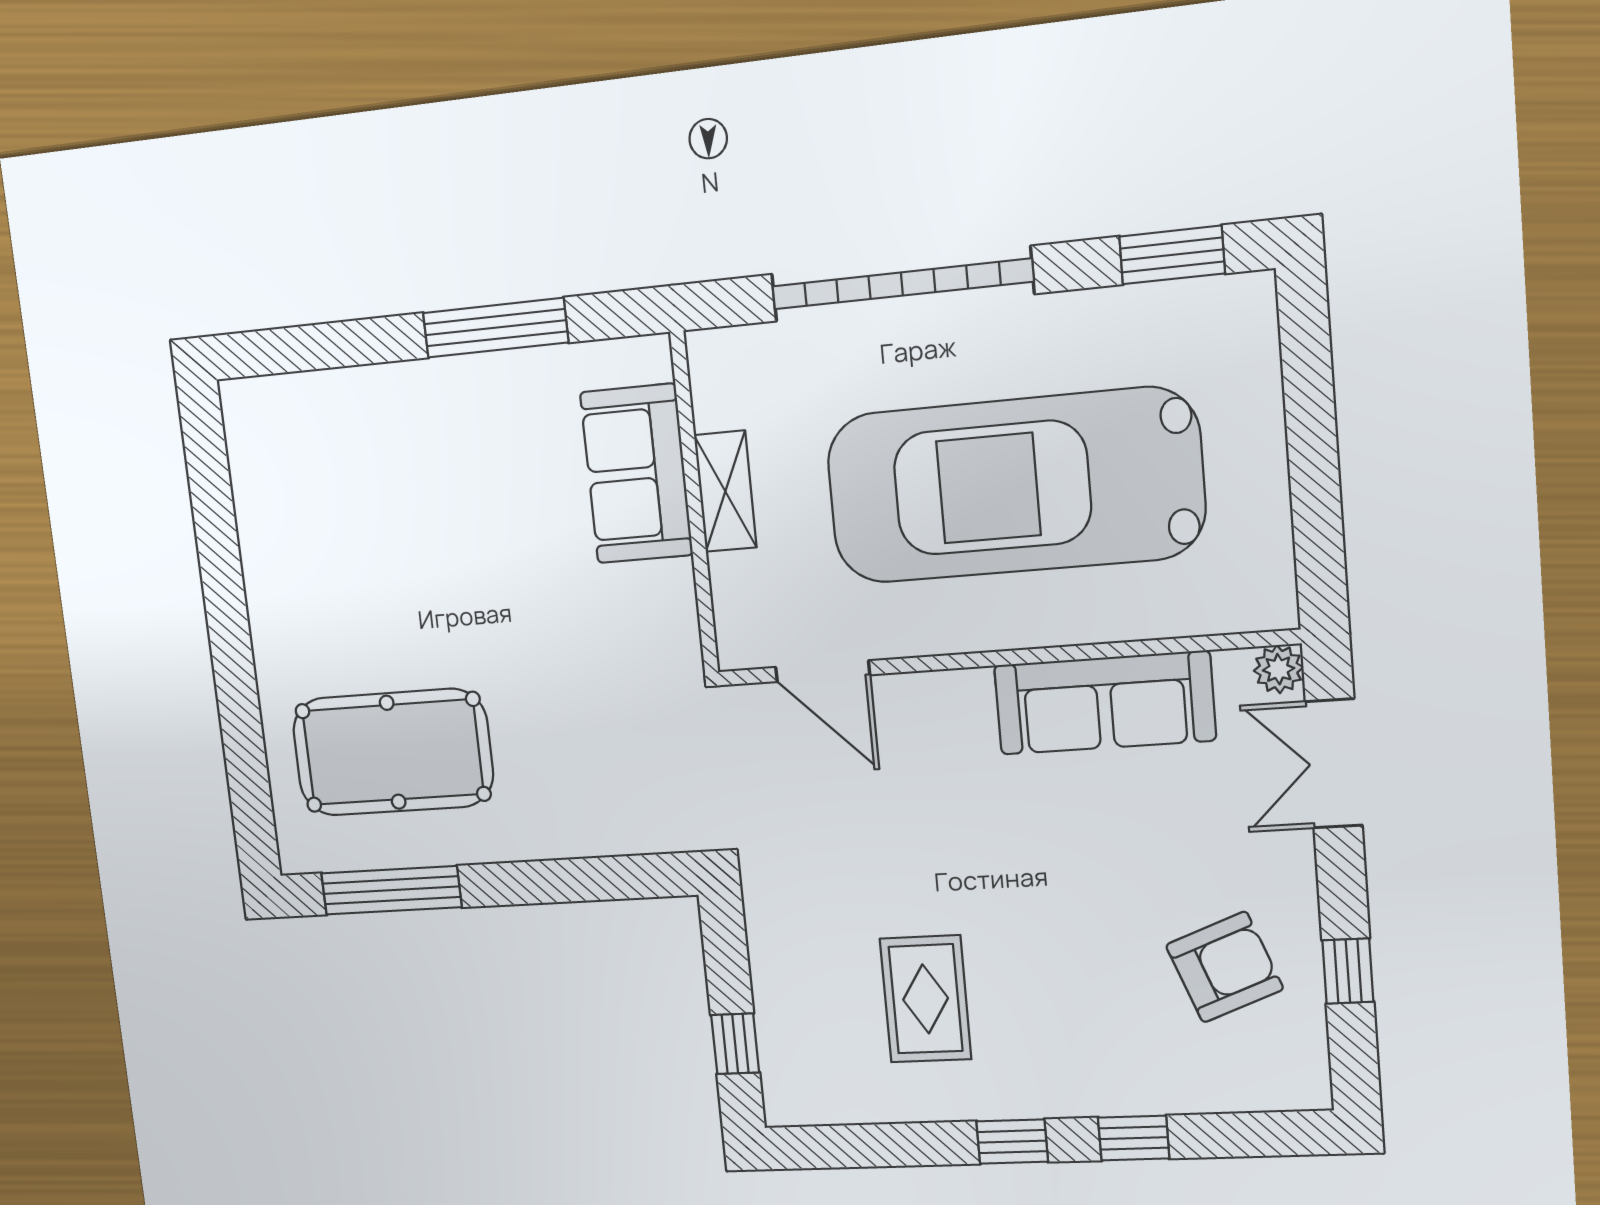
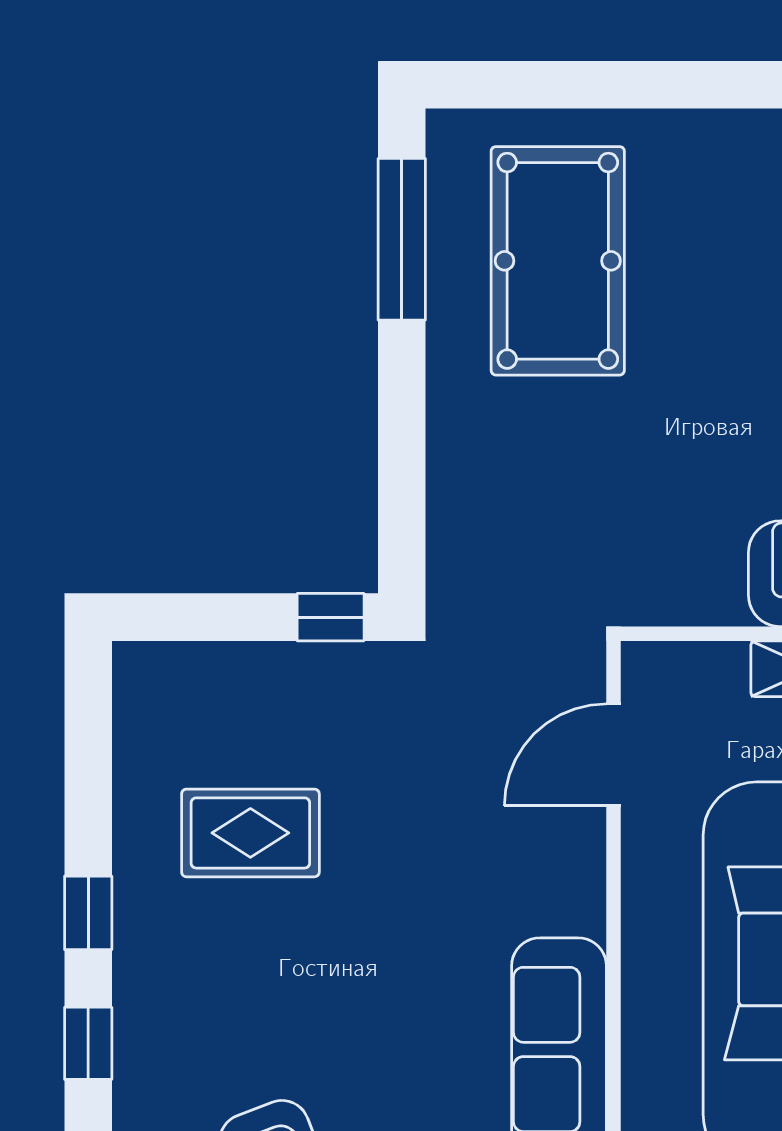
window: (735, 1044) -> (331, 617), moved

